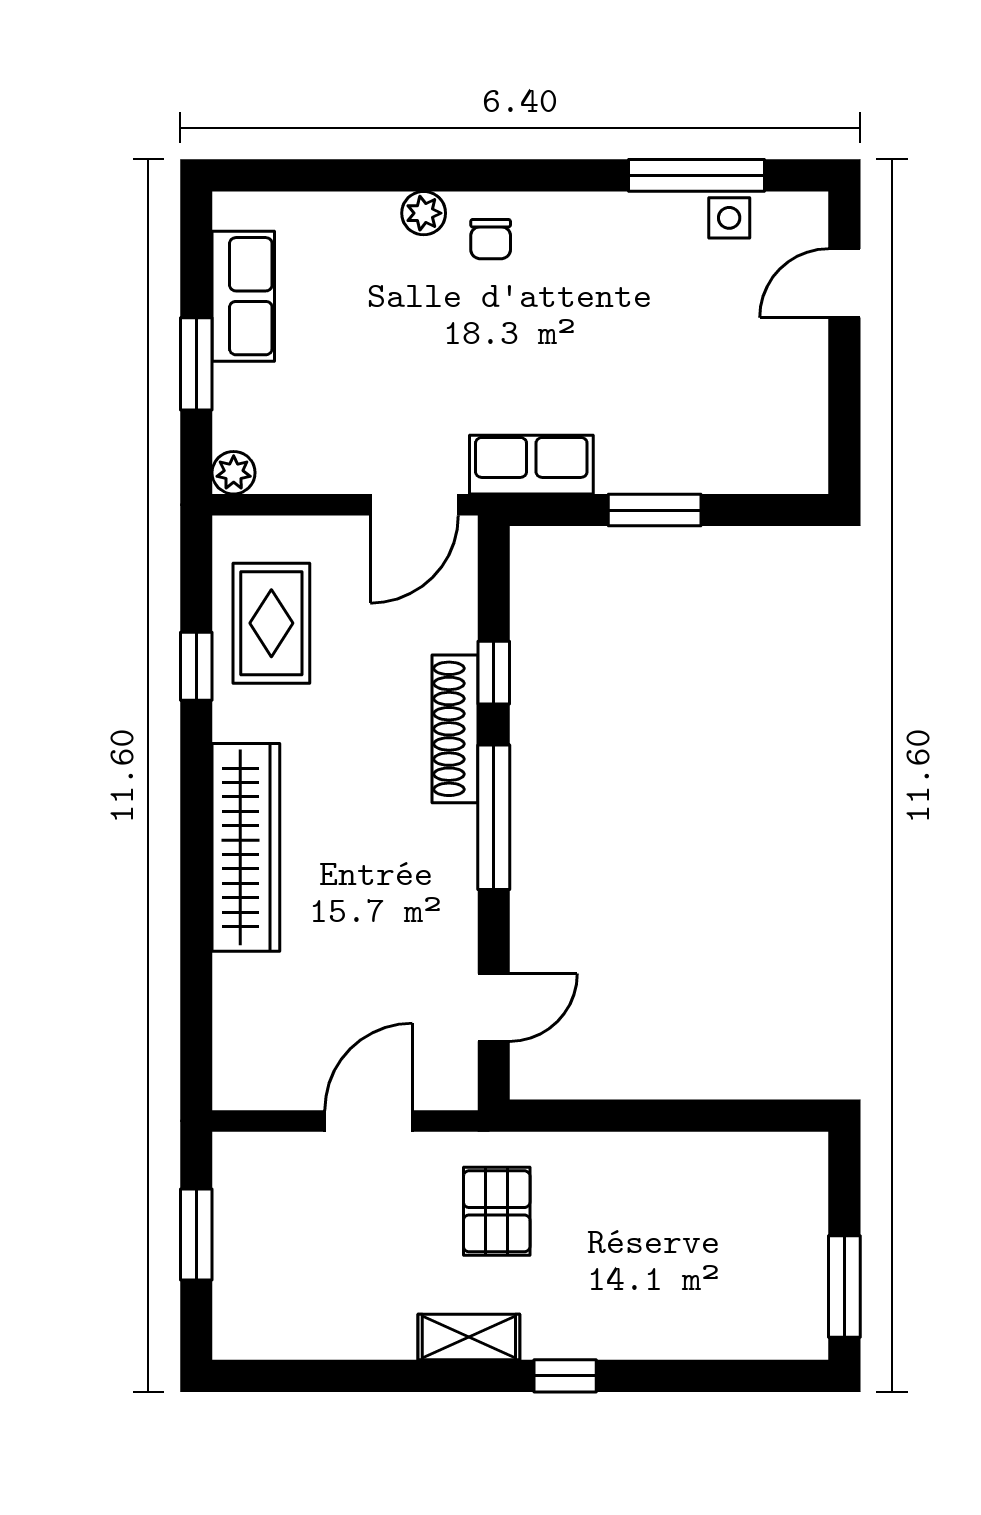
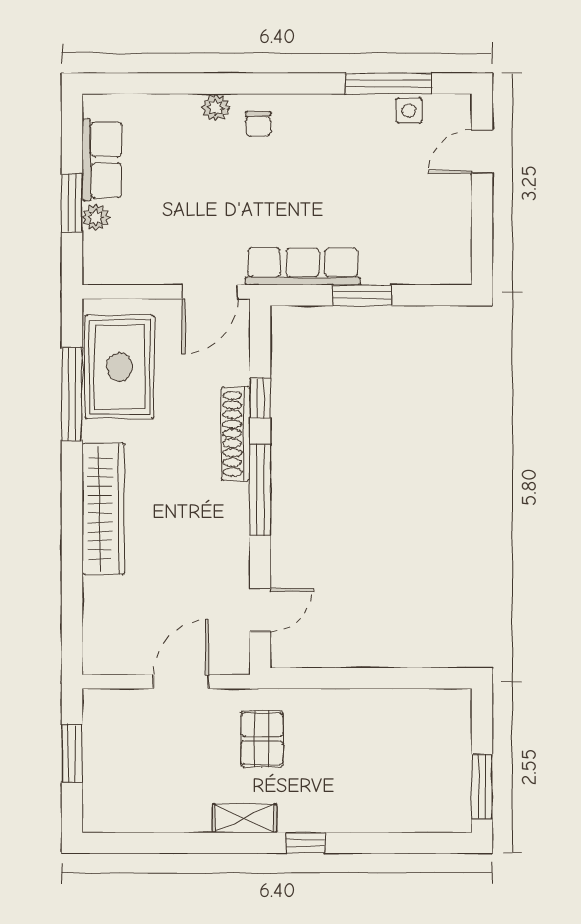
row of seats: (531, 465) -> (303, 266), width x1.48
plant: (234, 473) -> (96, 217), moved
rug: (271, 623) -> (120, 367), width x1.36, depth x1.43
window: (196, 666) -> (72, 394), width x2.17

